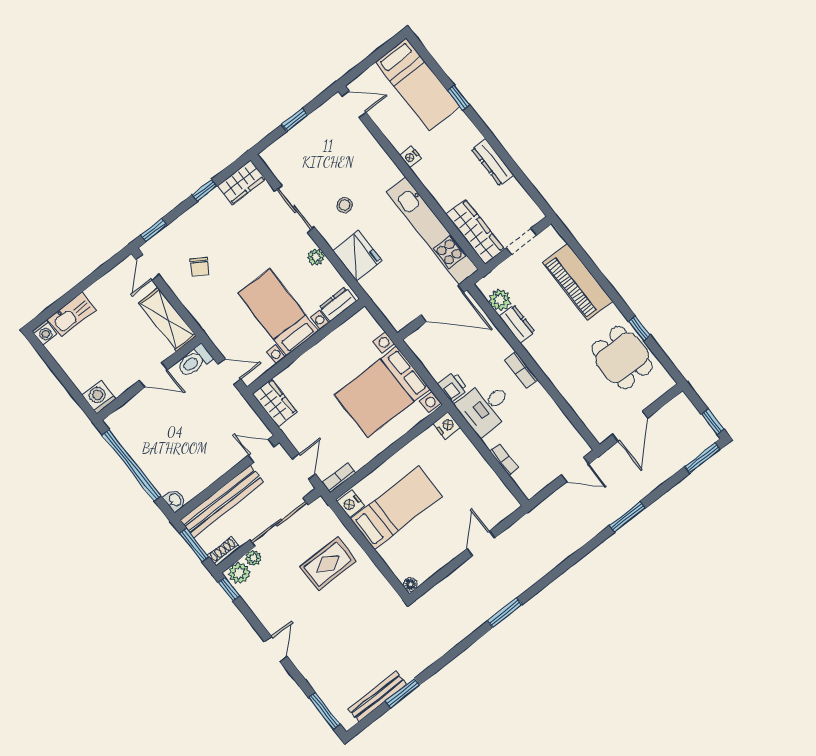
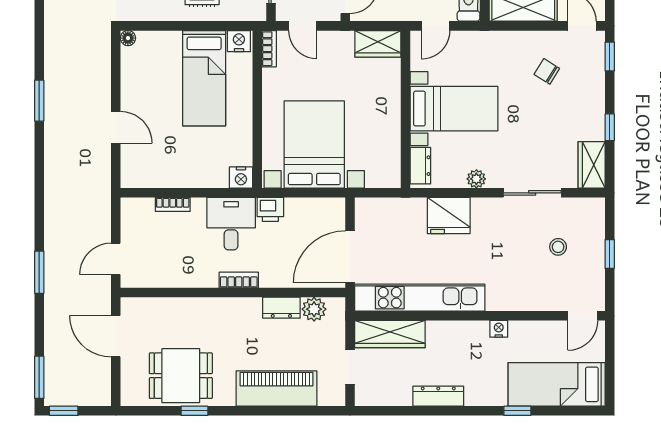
stool: (345, 205) -> (558, 247), moved

